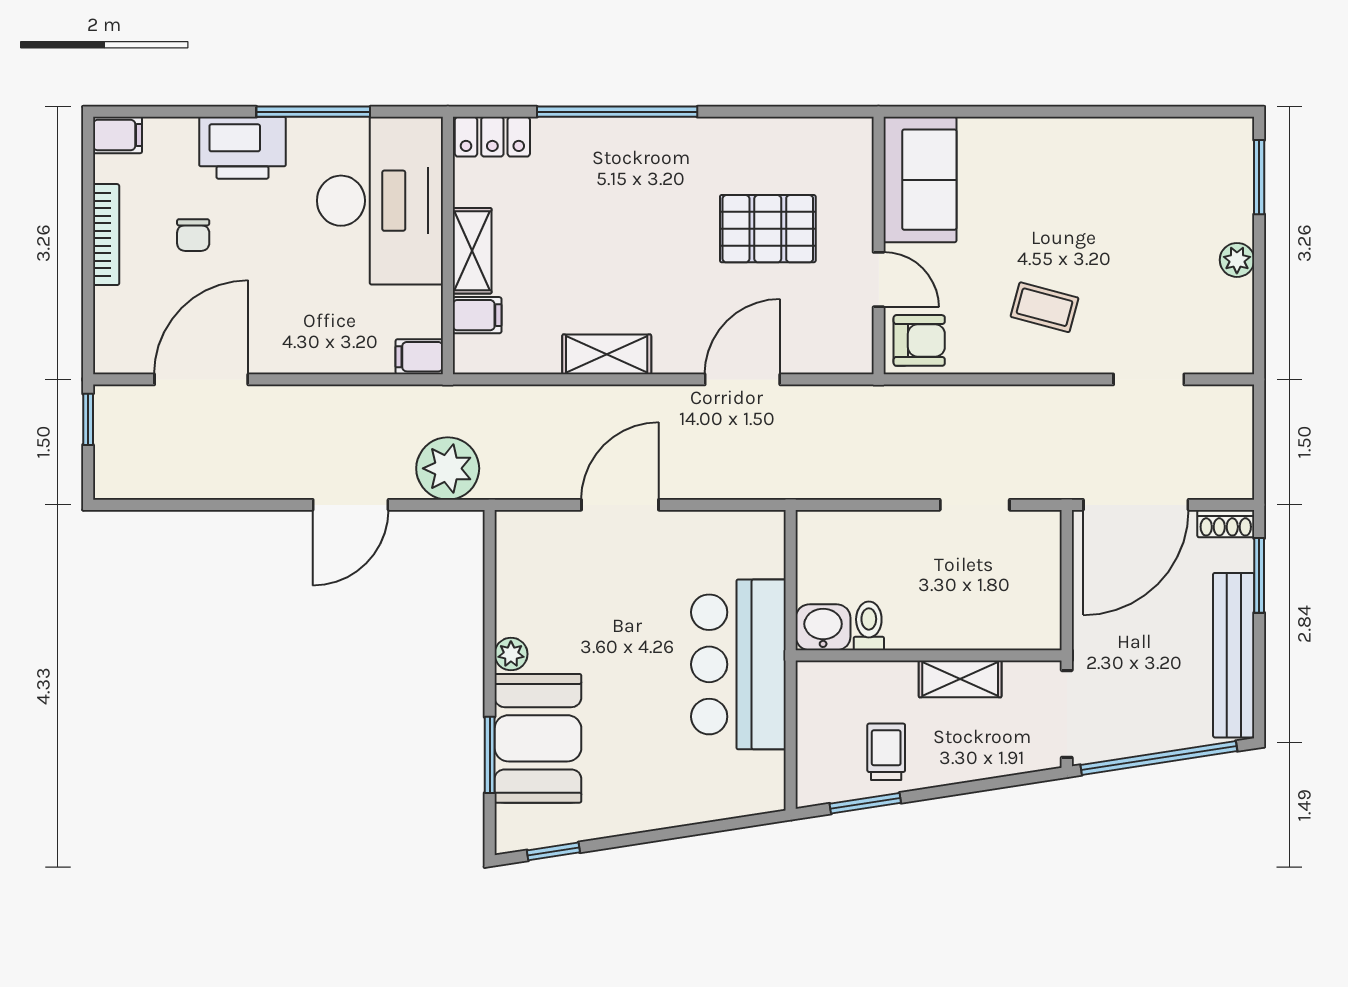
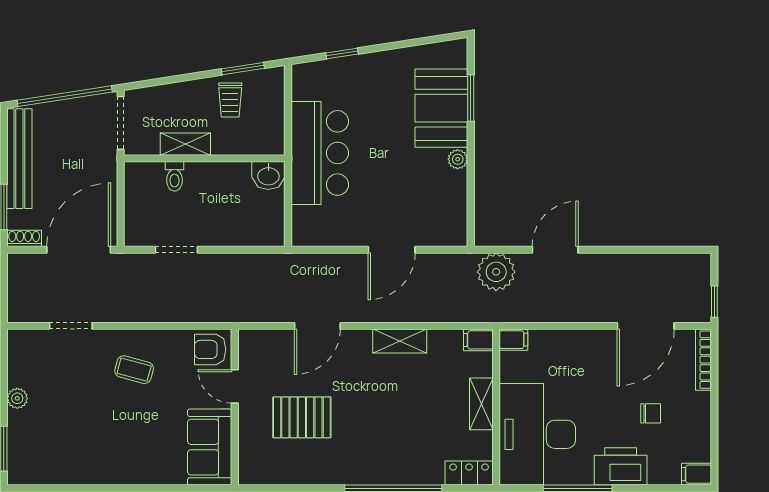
bookcase: (106, 235) -> (703, 360), moved
chair: (193, 235) -> (651, 413), turned 90
filing cabinet: (477, 315) -> (478, 340), moved
toilet: (869, 626) -> (174, 176), moved
window: (553, 851) -> (342, 53), moved

